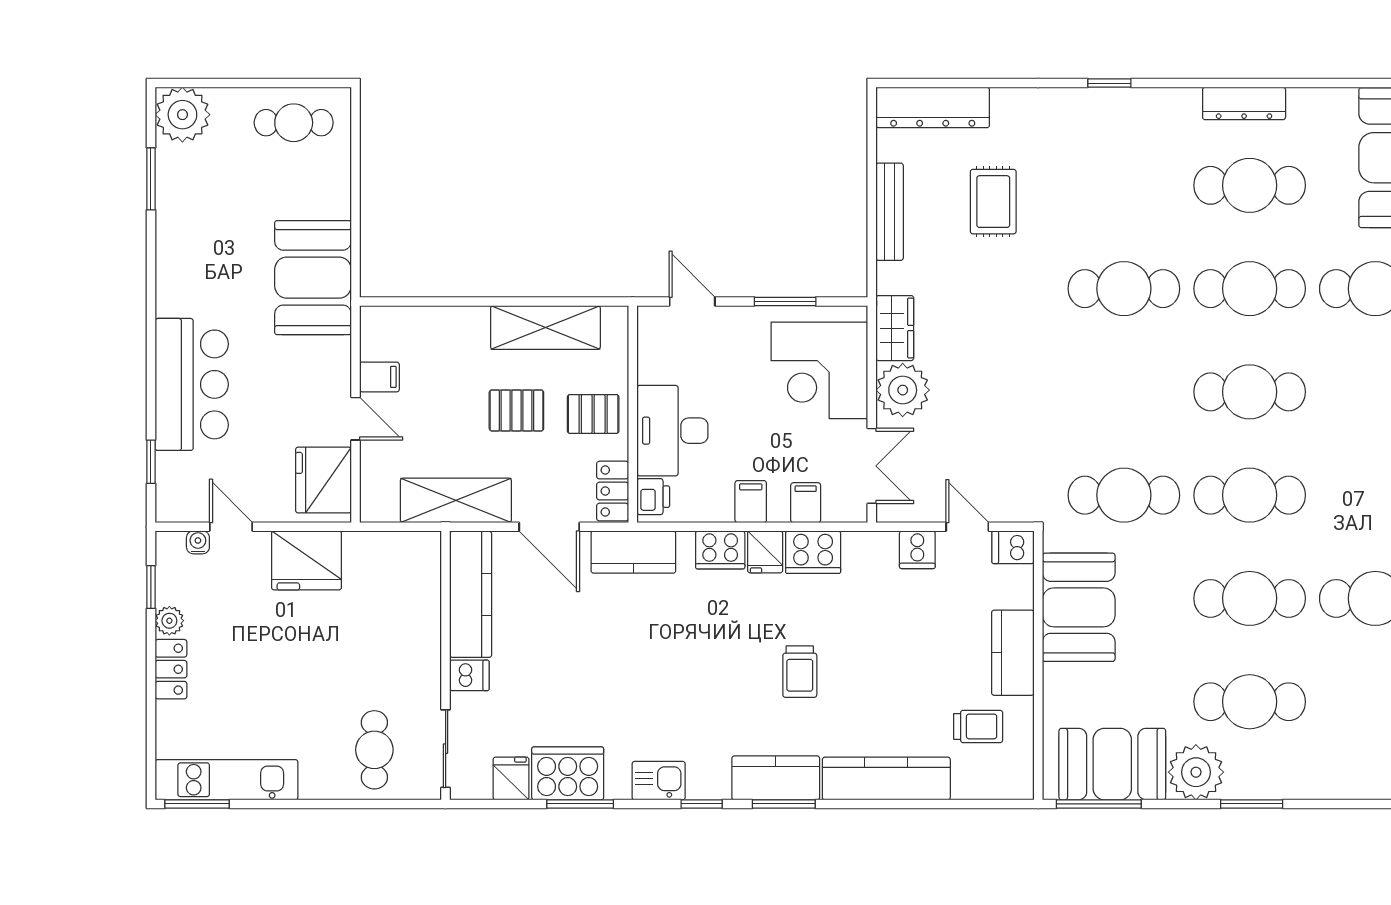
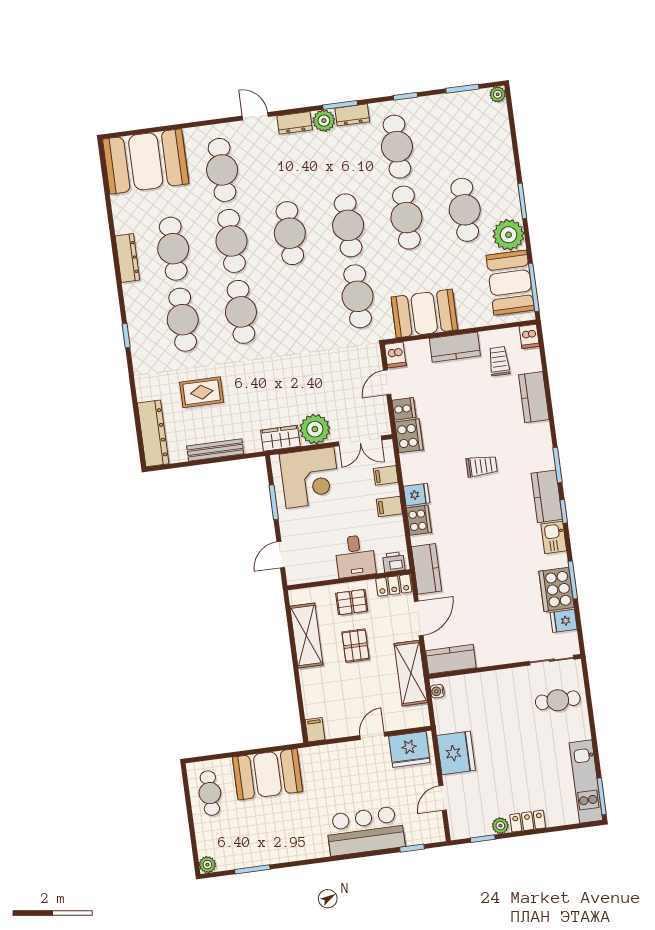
plant: (182, 115) -> (207, 865), width x0.53, depth x0.53
cafe table: (1124, 185) -> (183, 320), added
booth: (313, 278) -> (267, 774), moved
filing cabinet: (379, 377) -> (315, 730), moved
pallet: (593, 414) -> (352, 602), turned 90
desk: (672, 431) -> (355, 556), width x0.73
double door: (872, 466) -> (360, 441), swing flipped
water cooler: (198, 542) -> (437, 691), moved
cooker: (813, 552) -> (409, 436), moved
kitchen counter: (471, 594) -> (451, 659), width x0.67
dishwasher: (469, 675) -> (529, 336), moved, turned 180
kitchen counter: (776, 778) -> (547, 496), moved
kitchen counter: (886, 778) -> (534, 397), width x0.67

